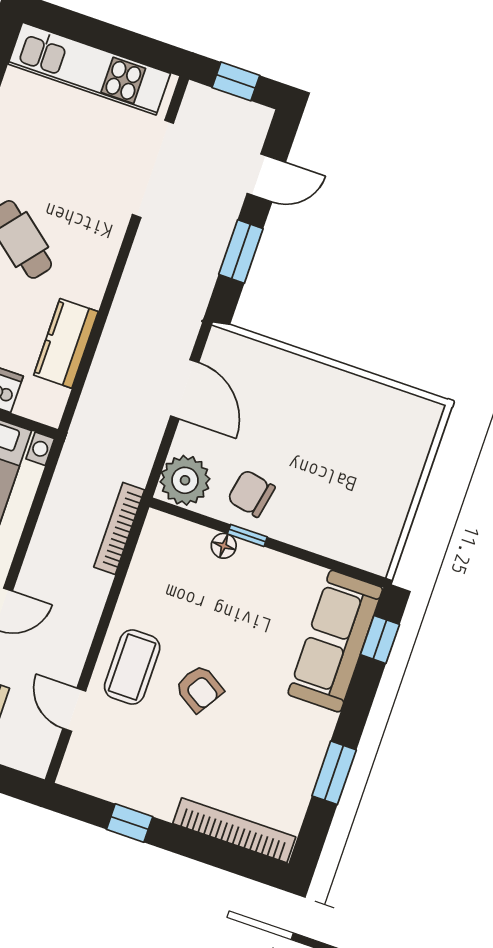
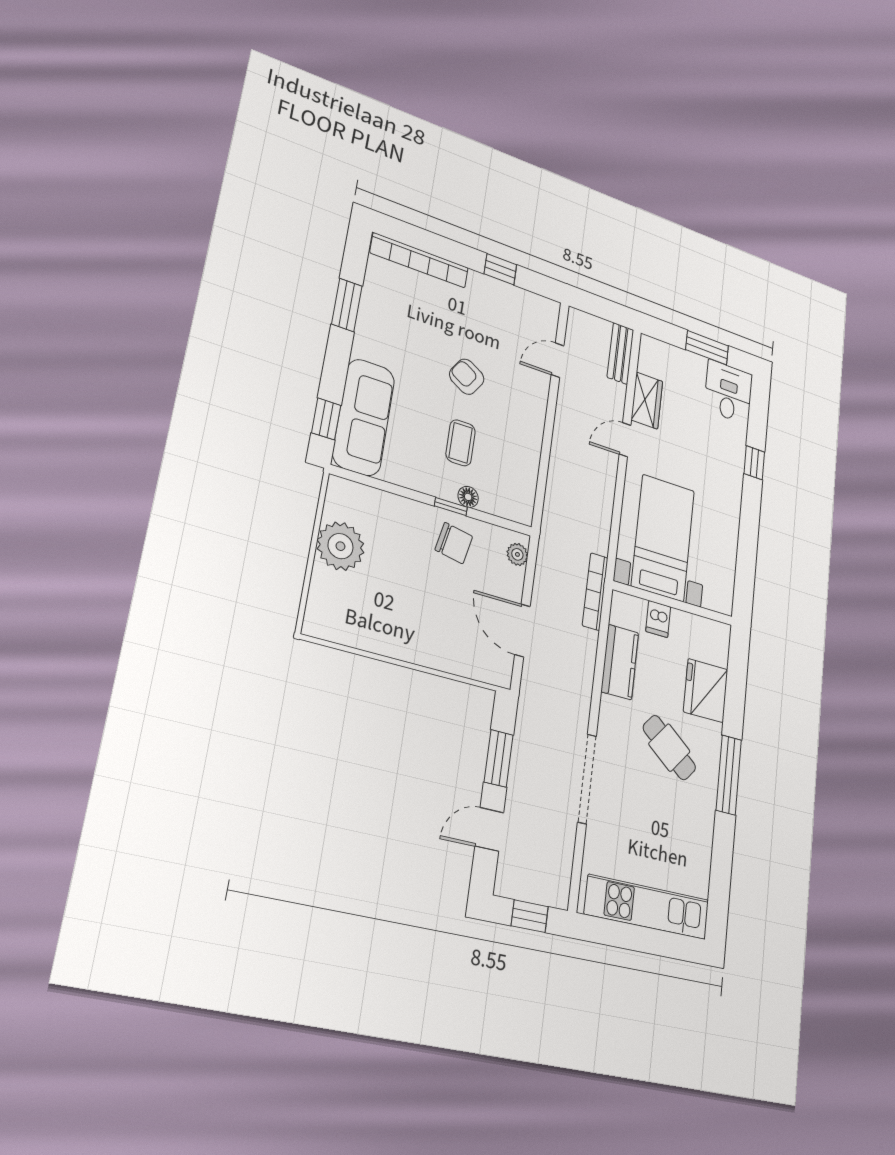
doorway: (153, 169) -> (587, 779), moved
plant: (185, 480) -> (517, 554), width x0.53, depth x0.53
plant: (386, 497) -> (340, 546), added
bookcase: (119, 528) -> (595, 592), moved, turned 180
coffee table: (132, 667) -> (461, 443), moved, width x0.73, depth x0.77
door: (74, 710) -> (558, 360), swing flipped

